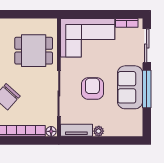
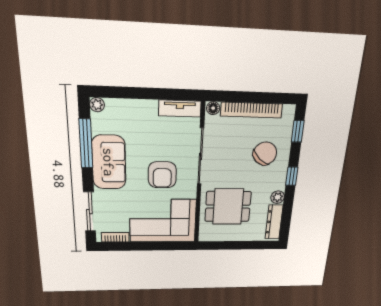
armchair: (92, 89) -> (162, 175), moved
window: (147, 89) -> (86, 144), moved
plant: (99, 131) -> (97, 105), moved

